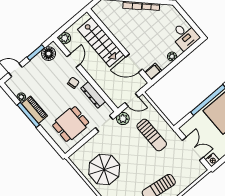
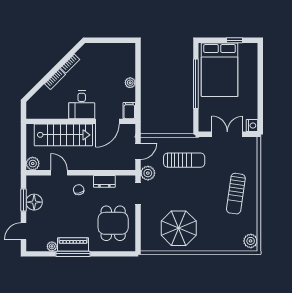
desk: (185, 36) -> (82, 105), moved, turned 90
floor lamp: (49, 54) -> (34, 202), moved
dresser: (93, 95) -> (104, 181), width x0.70

